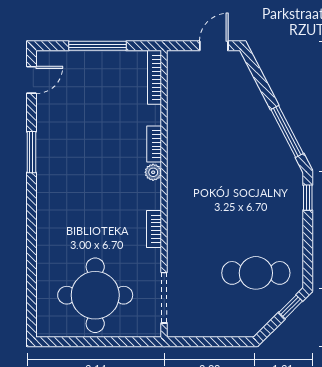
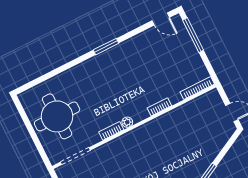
window: (97, 46) -> (193, 35), moved
window: (31, 152) -> (106, 47), moved
plant: (153, 172) -> (127, 122), moved

